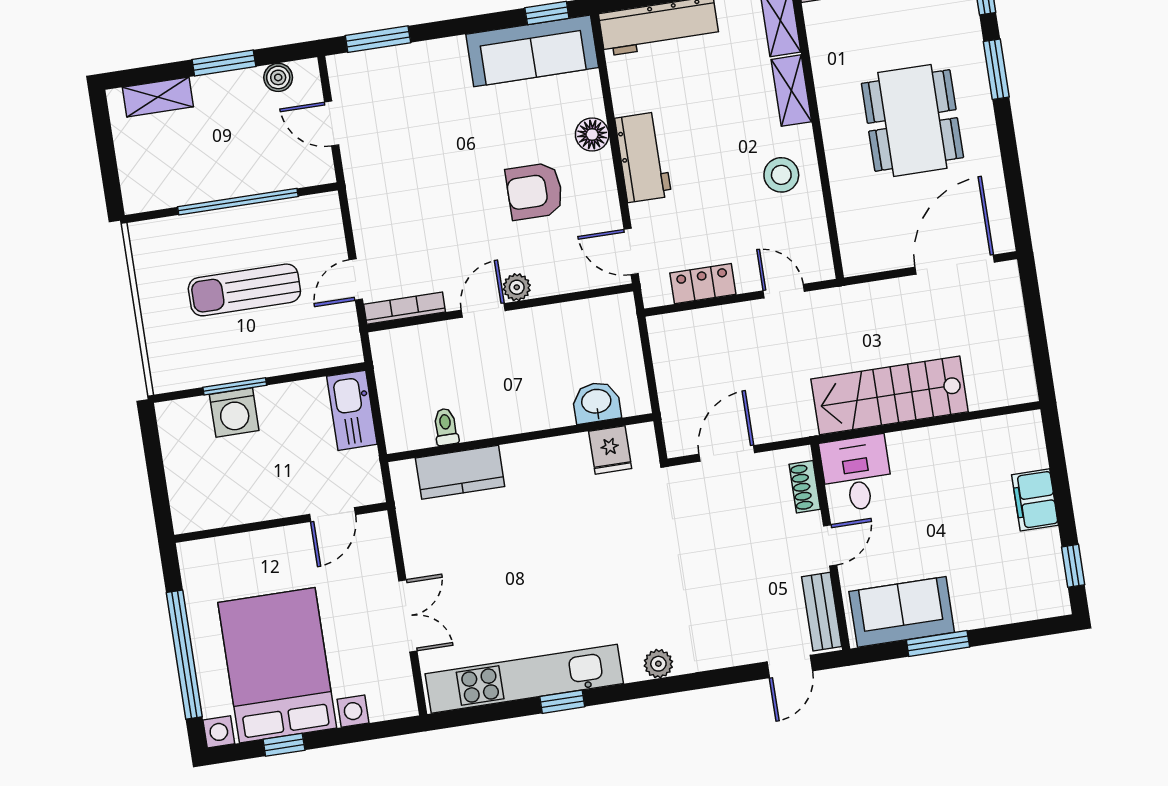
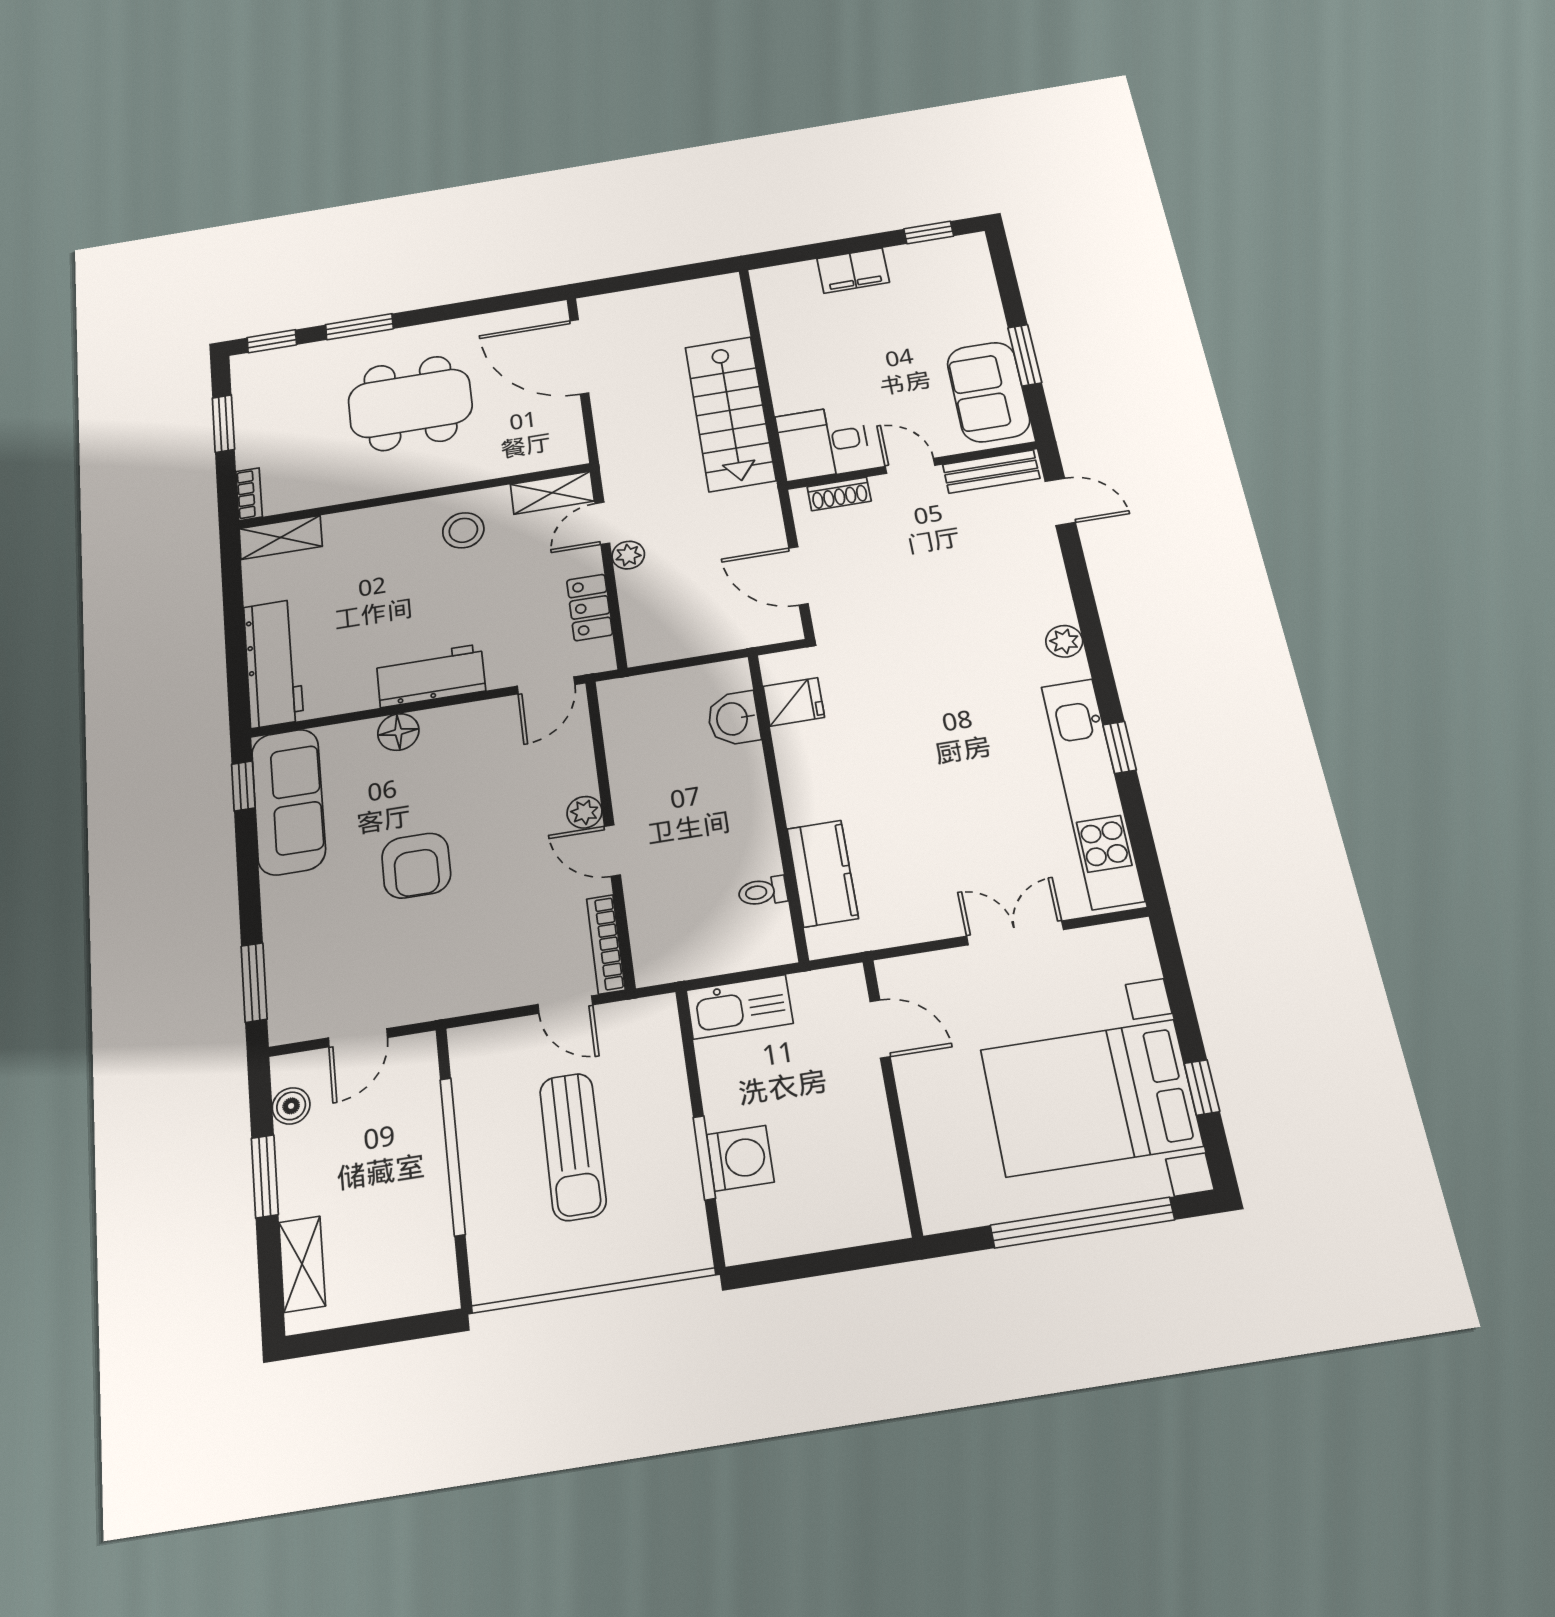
shelving: (791, 91) -> (552, 493), moved
armchair: (534, 191) -> (416, 866), moved
plant: (752, 314) -> (628, 555), added

